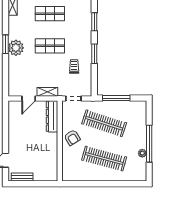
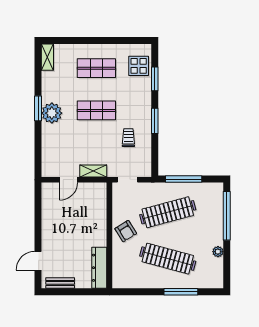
display table: (82, 12) -> (139, 66), added
dresser: (52, 116) -> (99, 268), moved
clothes rail: (104, 123) -> (168, 212), turned -33
window: (149, 144) -> (227, 216), moved
window: (114, 184) -> (181, 292), added

